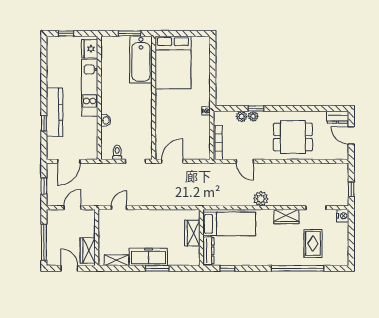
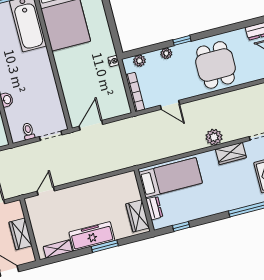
window: (256, 108) -> (182, 40), moved
plant: (242, 116) -> (139, 61), moved
dining table: (293, 137) -> (216, 65), turned 90
plant: (261, 199) -> (214, 137), moved
wardrobe: (192, 233) -> (138, 216), moved
wardrobe: (88, 250) -> (21, 234), moved
dresser: (208, 251) -> (154, 208), width x0.70

